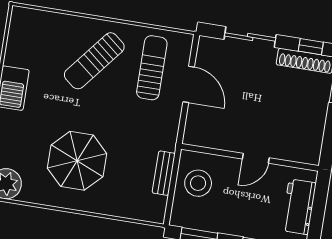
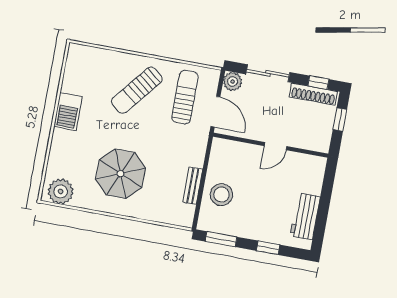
plant: (208, 48) -> (233, 82), added
wall: (250, 157) -> (271, 145), moved
door: (256, 158) -> (275, 146), moved

